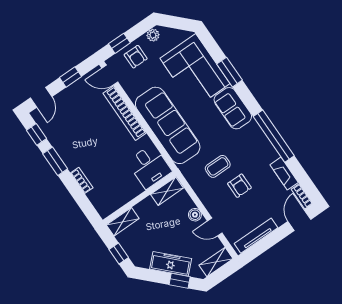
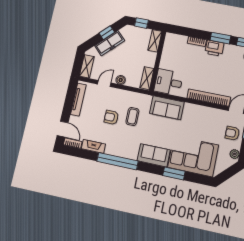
sofa: (168, 125) -> (167, 108), width x0.54, depth x0.79
printer: (71, 157) -> (214, 48), added
window: (180, 281) -> (107, 33), moved

